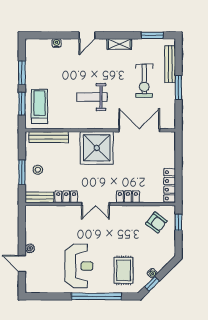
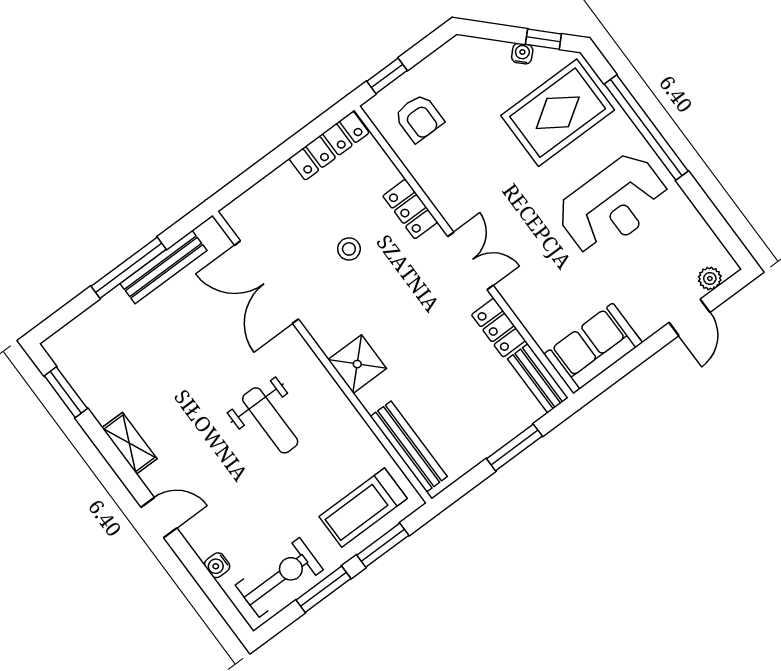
bench: (170, 64) -> (163, 267), moved
exercise bike: (144, 81) -> (279, 577), moved
window: (178, 88) -> (129, 268), width x1.44
shower: (97, 148) -> (357, 364), width x0.54, depth x0.54
stool: (38, 170) -> (349, 249), moved
armchair: (156, 222) -> (419, 118), turned 143
sofa: (36, 223) -> (593, 348), added
plant: (30, 248) -> (710, 278), moved
reception desk: (79, 266) -> (613, 205), turned 180
rug: (124, 270) -> (558, 113), width x1.36, depth x1.43

